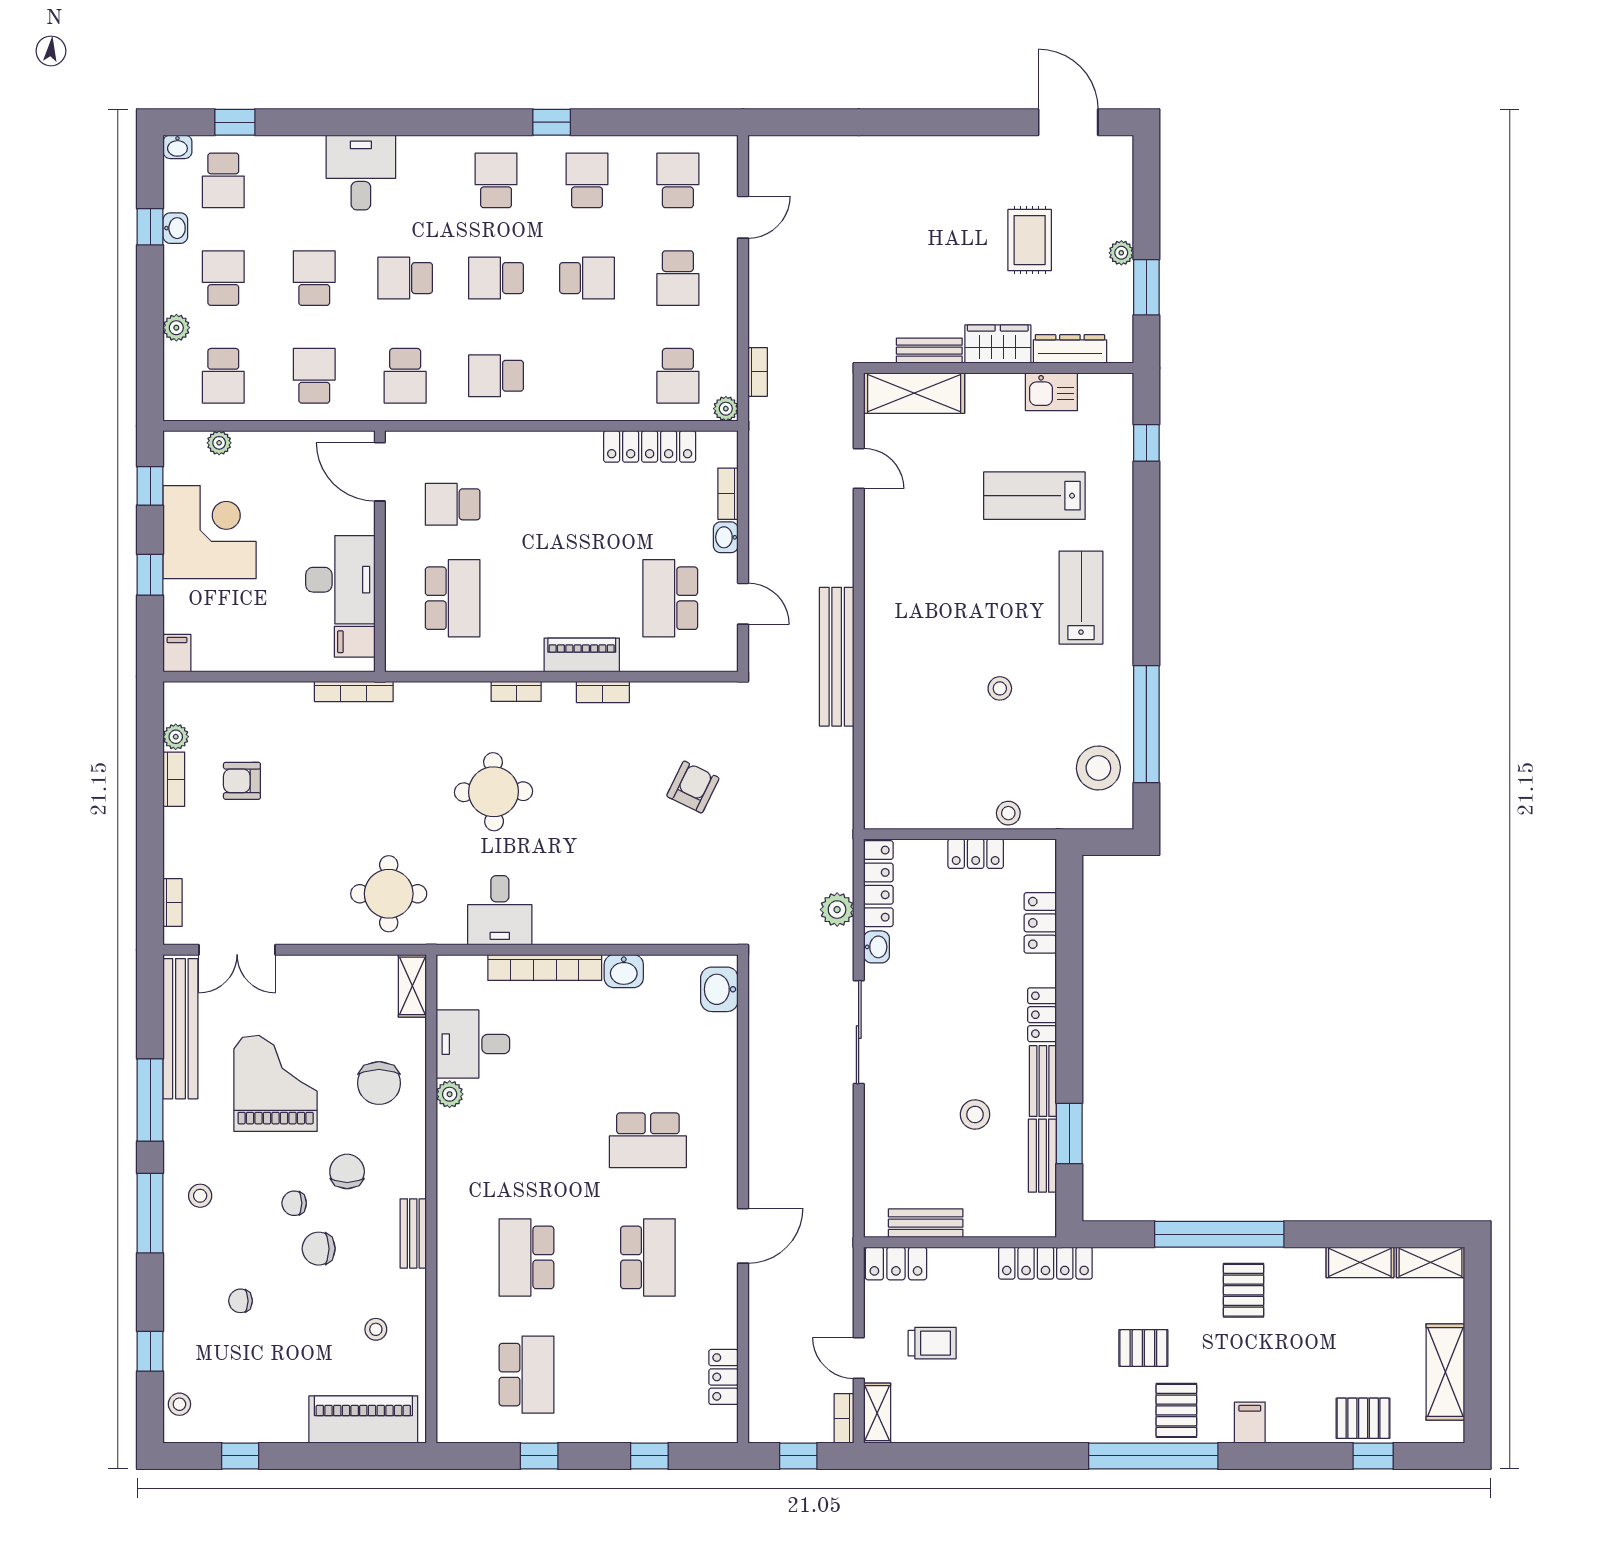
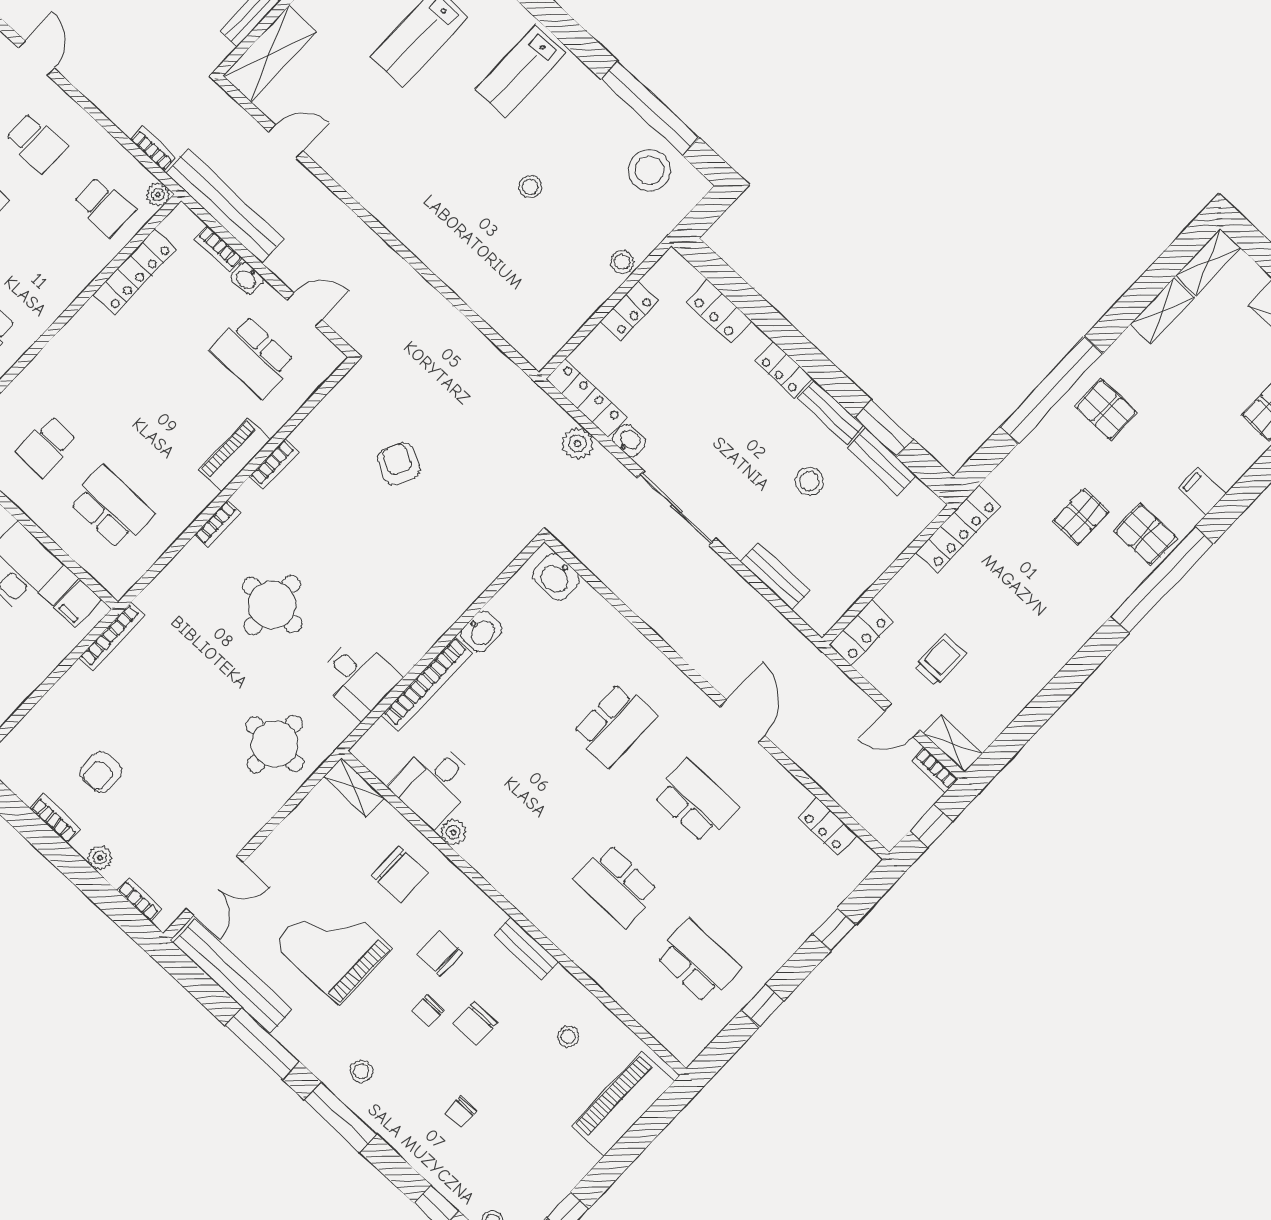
lab bench: (1081, 598) -> (520, 71), turned -90
bench: (837, 657) -> (225, 206), moved
plant: (176, 737) -> (100, 858), moved
bench: (926, 1223) -> (775, 576), moved, turned 90

